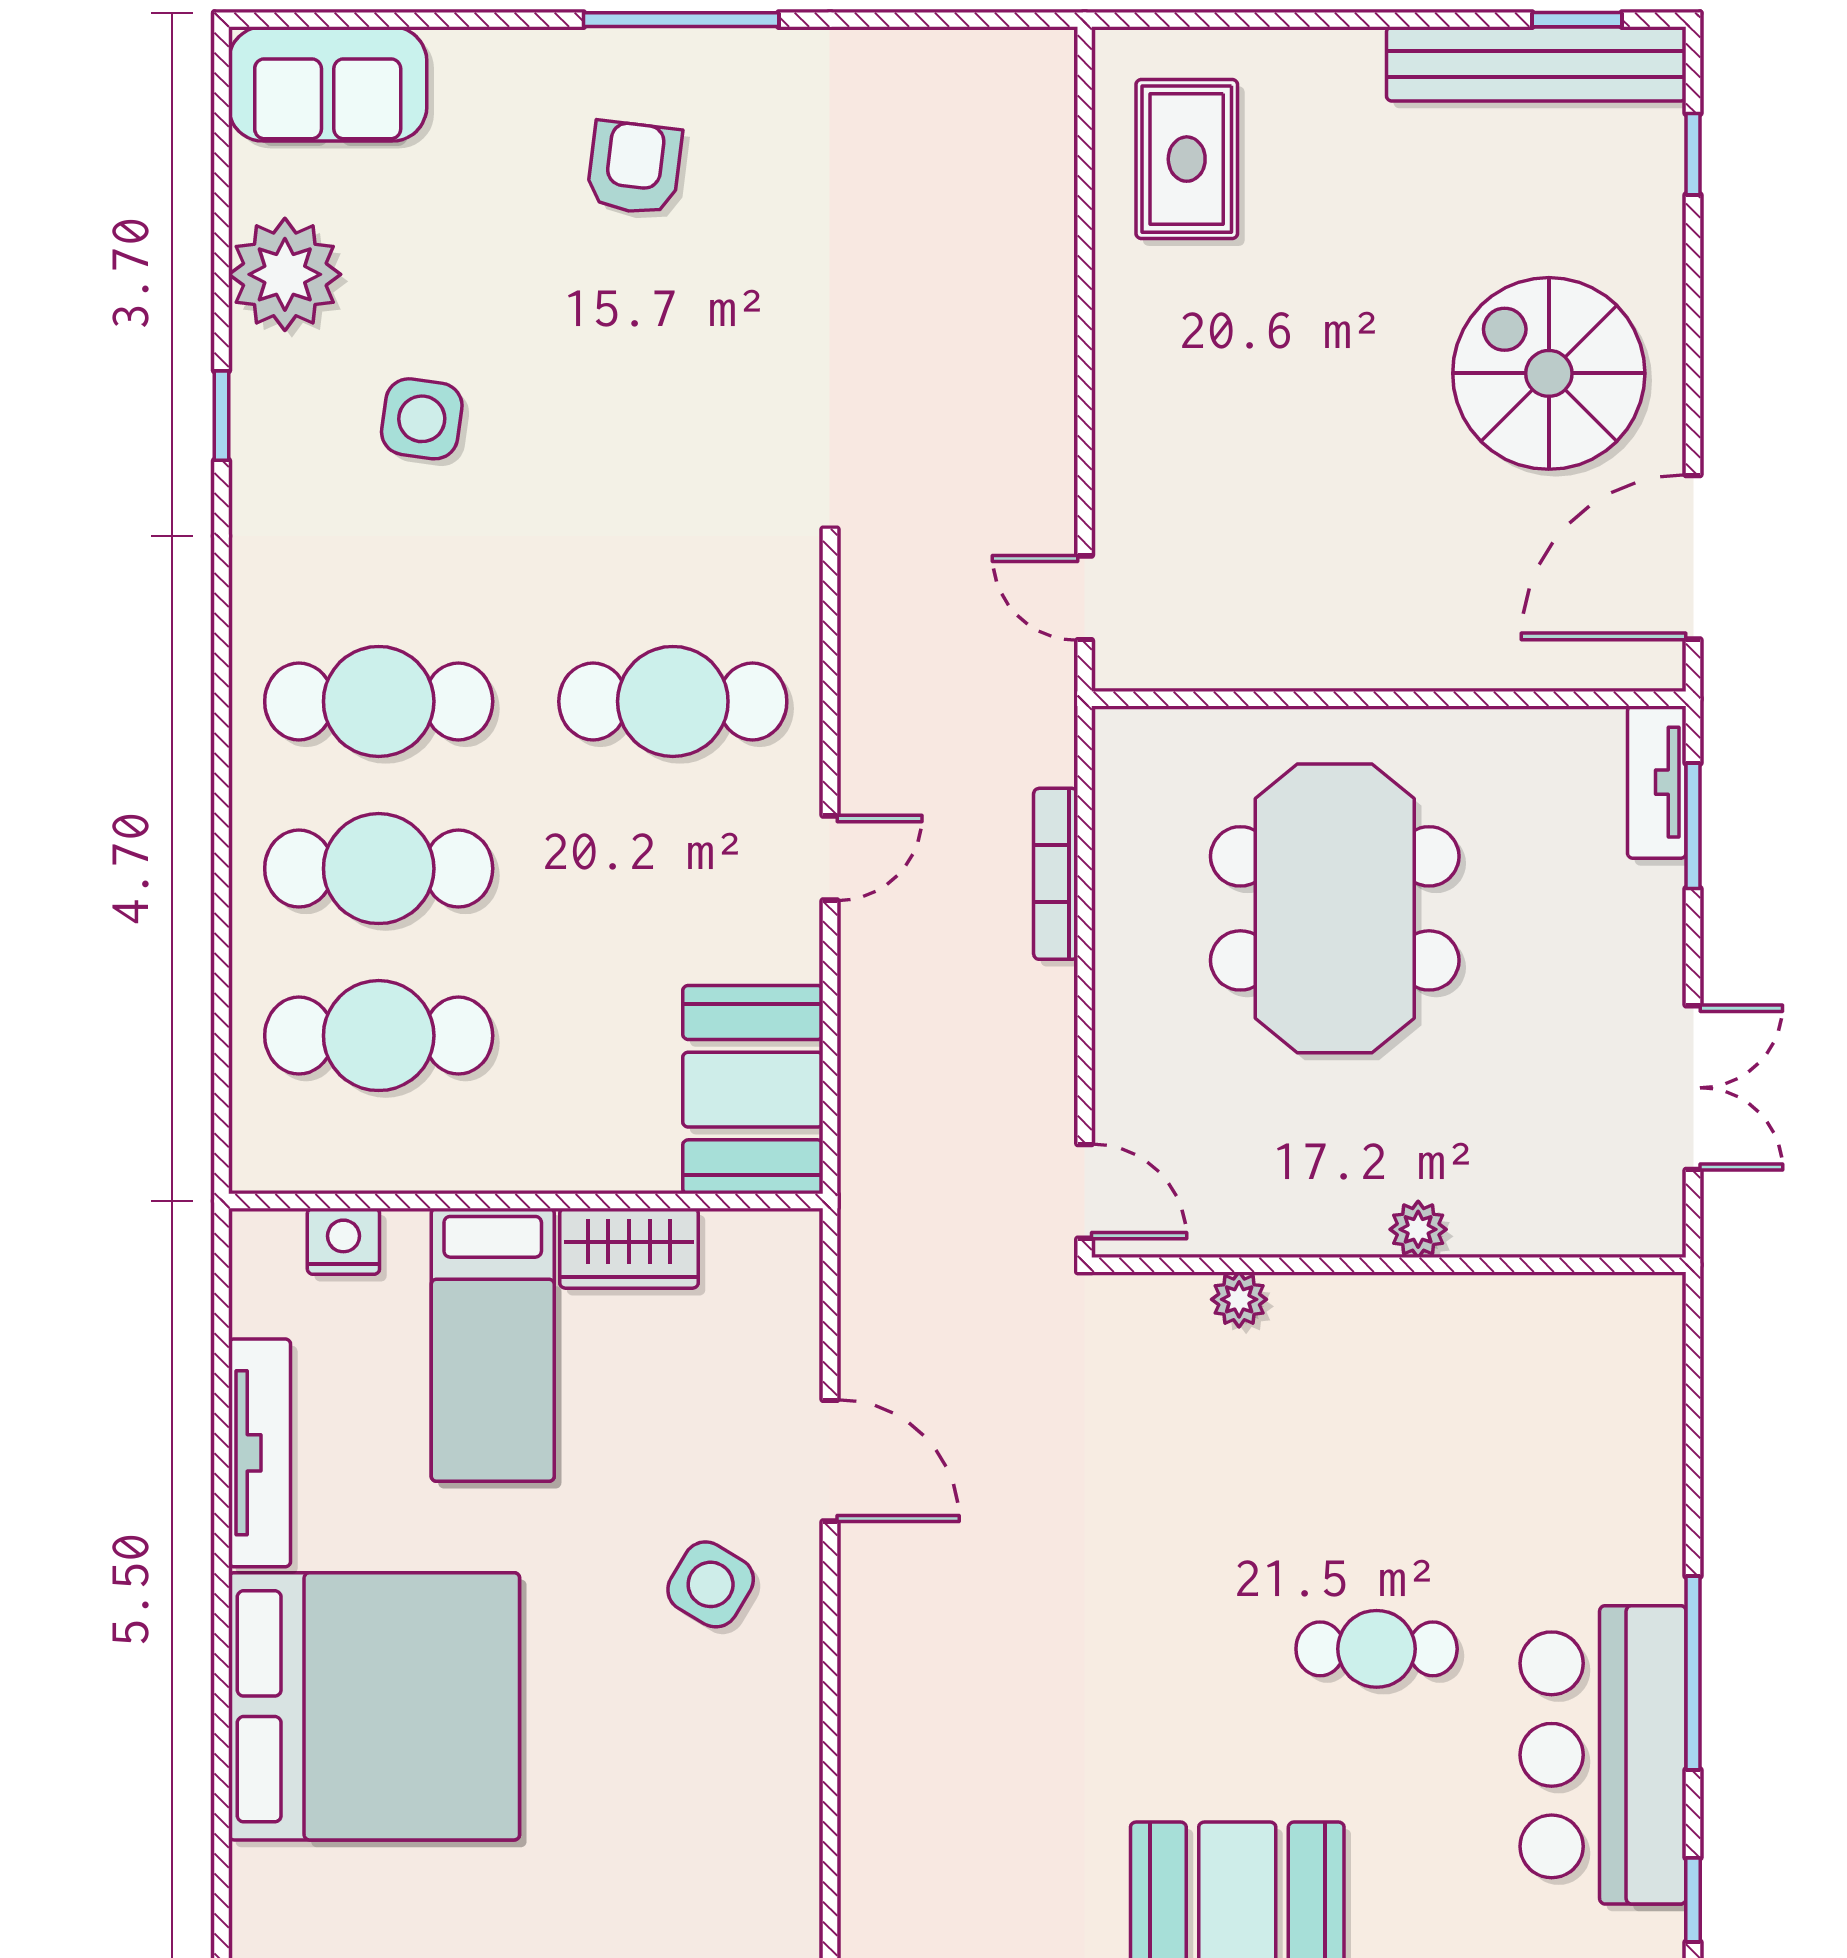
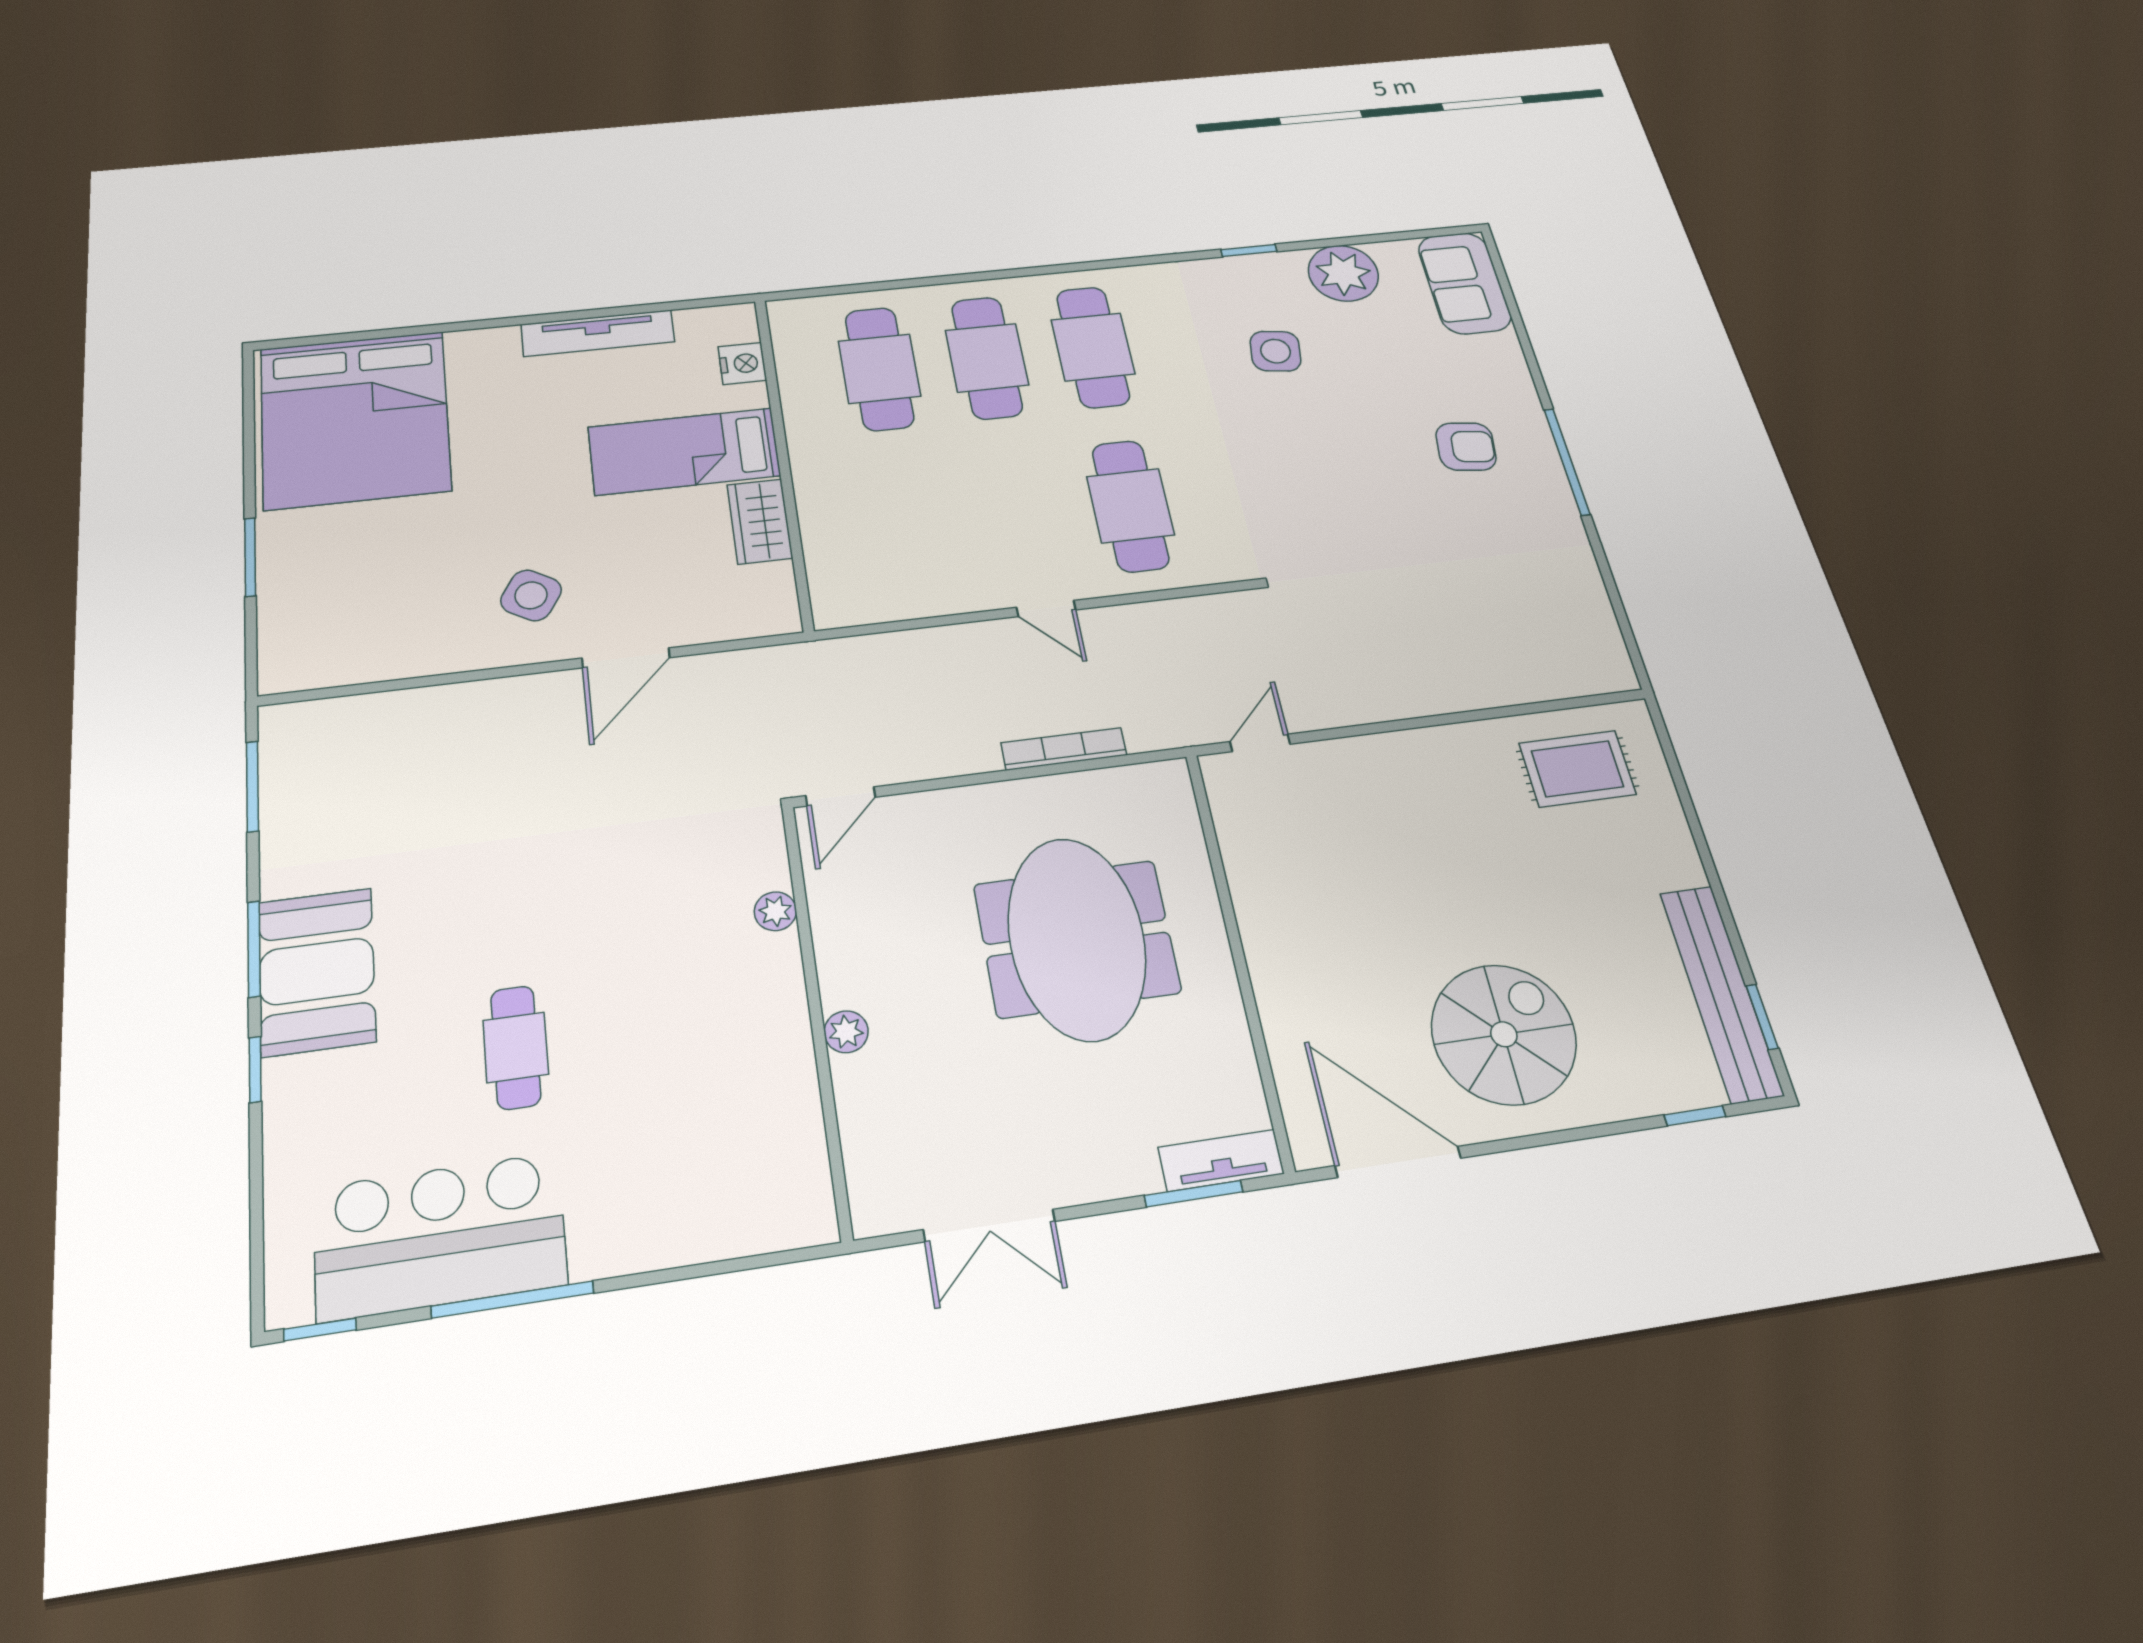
meeting table: (1335, 908) -> (1077, 938), turned 90
booth: (753, 1090) -> (879, 581), removed
bed: (374, 1706) -> (355, 419), moved

